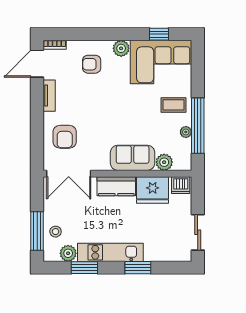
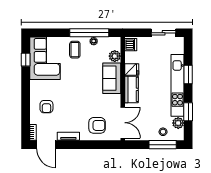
plant: (121, 48) -> (35, 86), removed
fridge: (153, 190) -> (132, 69), width x0.53, depth x0.75
kitchen unit: (110, 252) -> (177, 85), width x1.36

